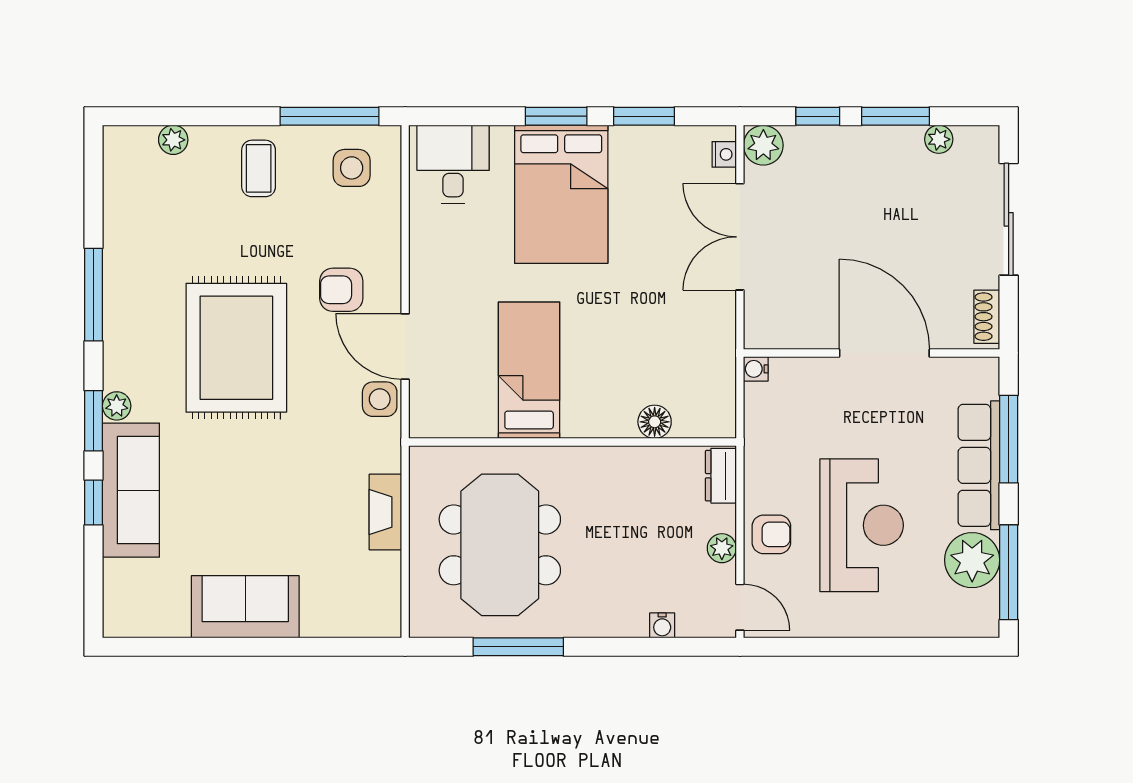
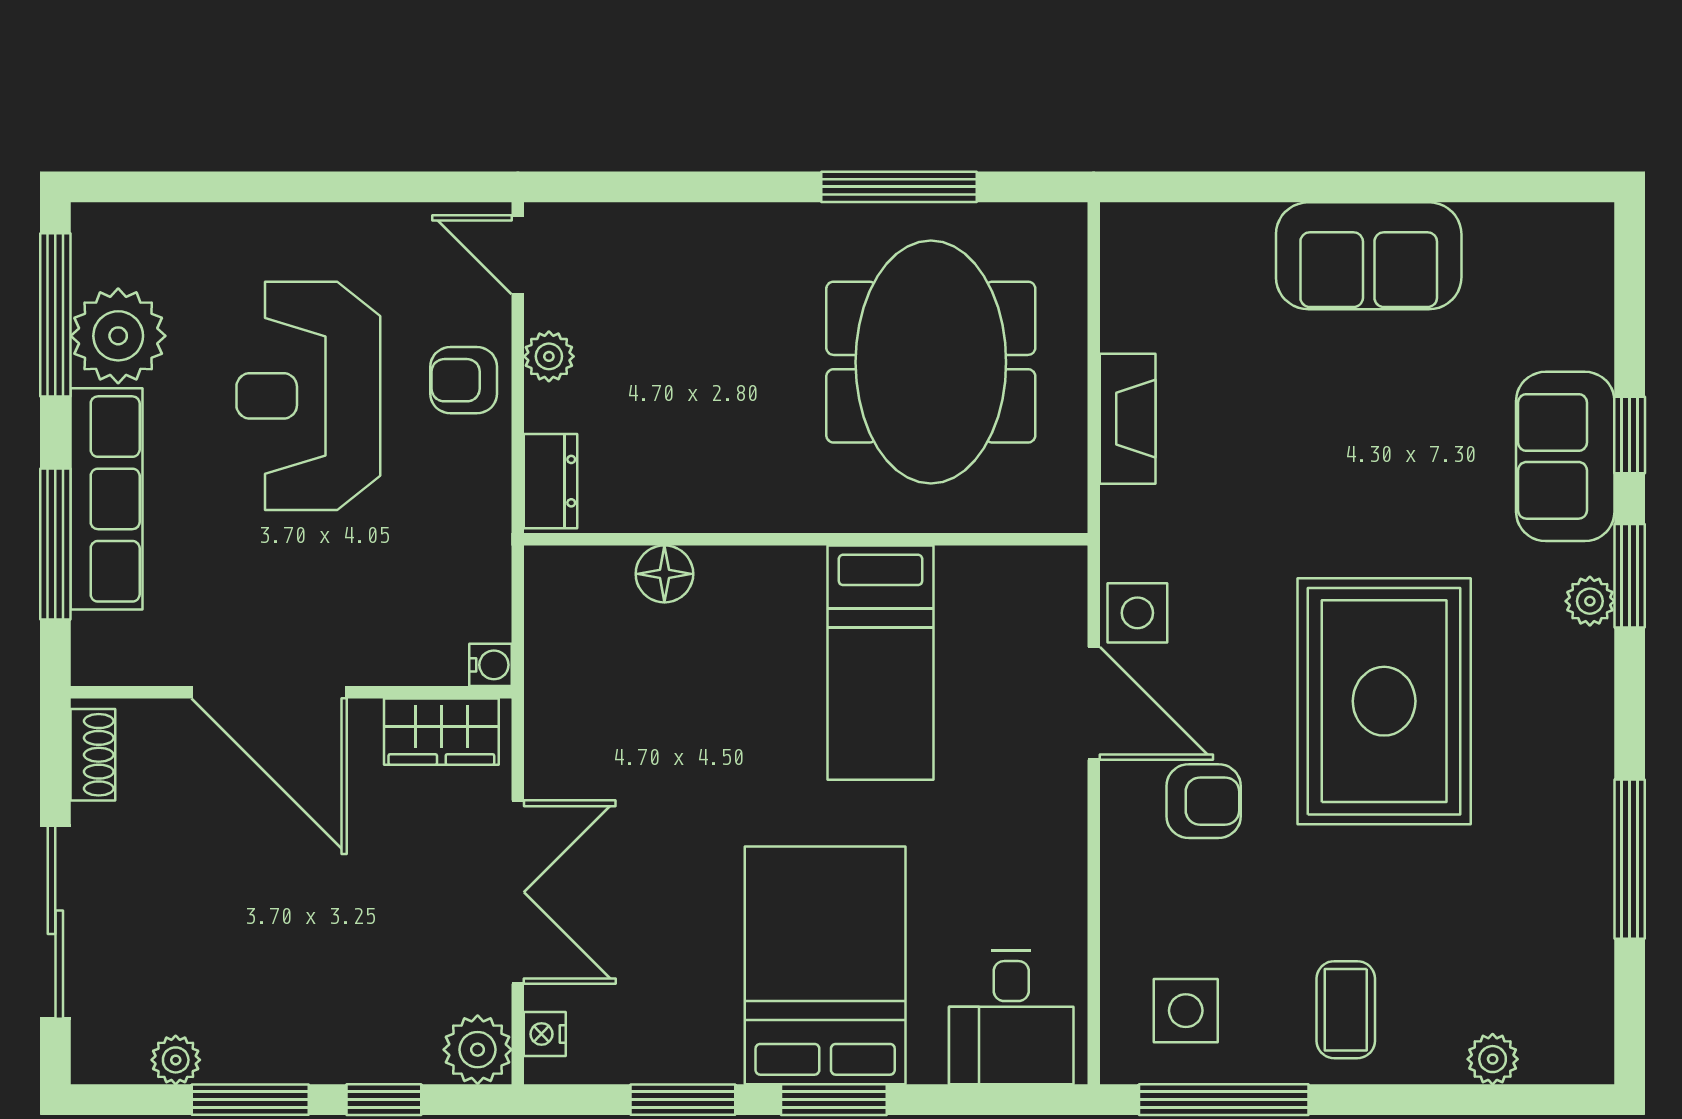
window: (94, 295) -> (1630, 859), moved
wardrobe: (784, 330) -> (441, 732), added
sofa: (131, 490) -> (1565, 456), width x0.73
water cooler: (662, 625) -> (651, 224), removed

